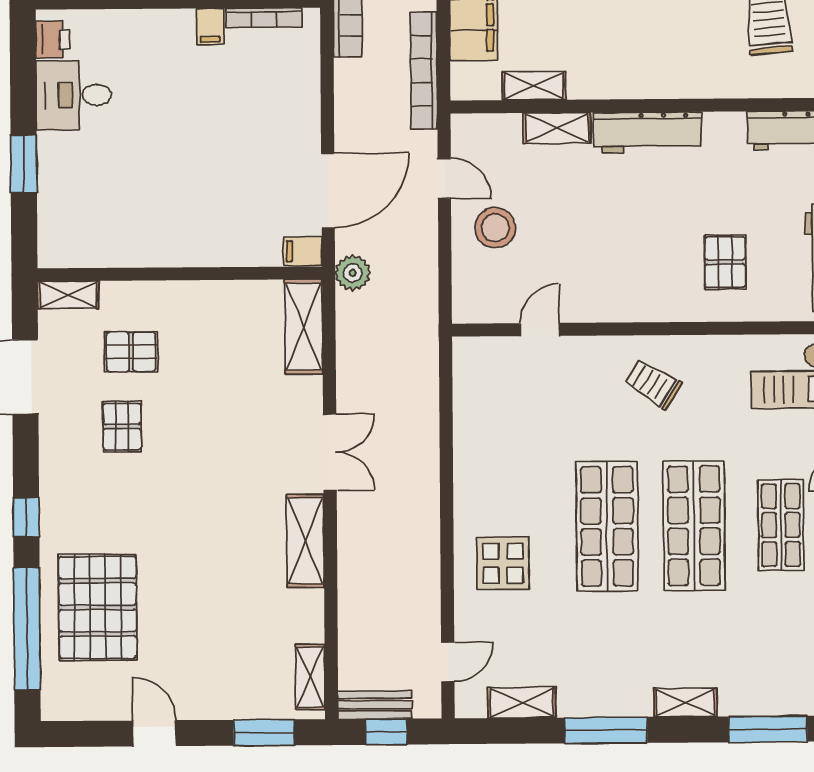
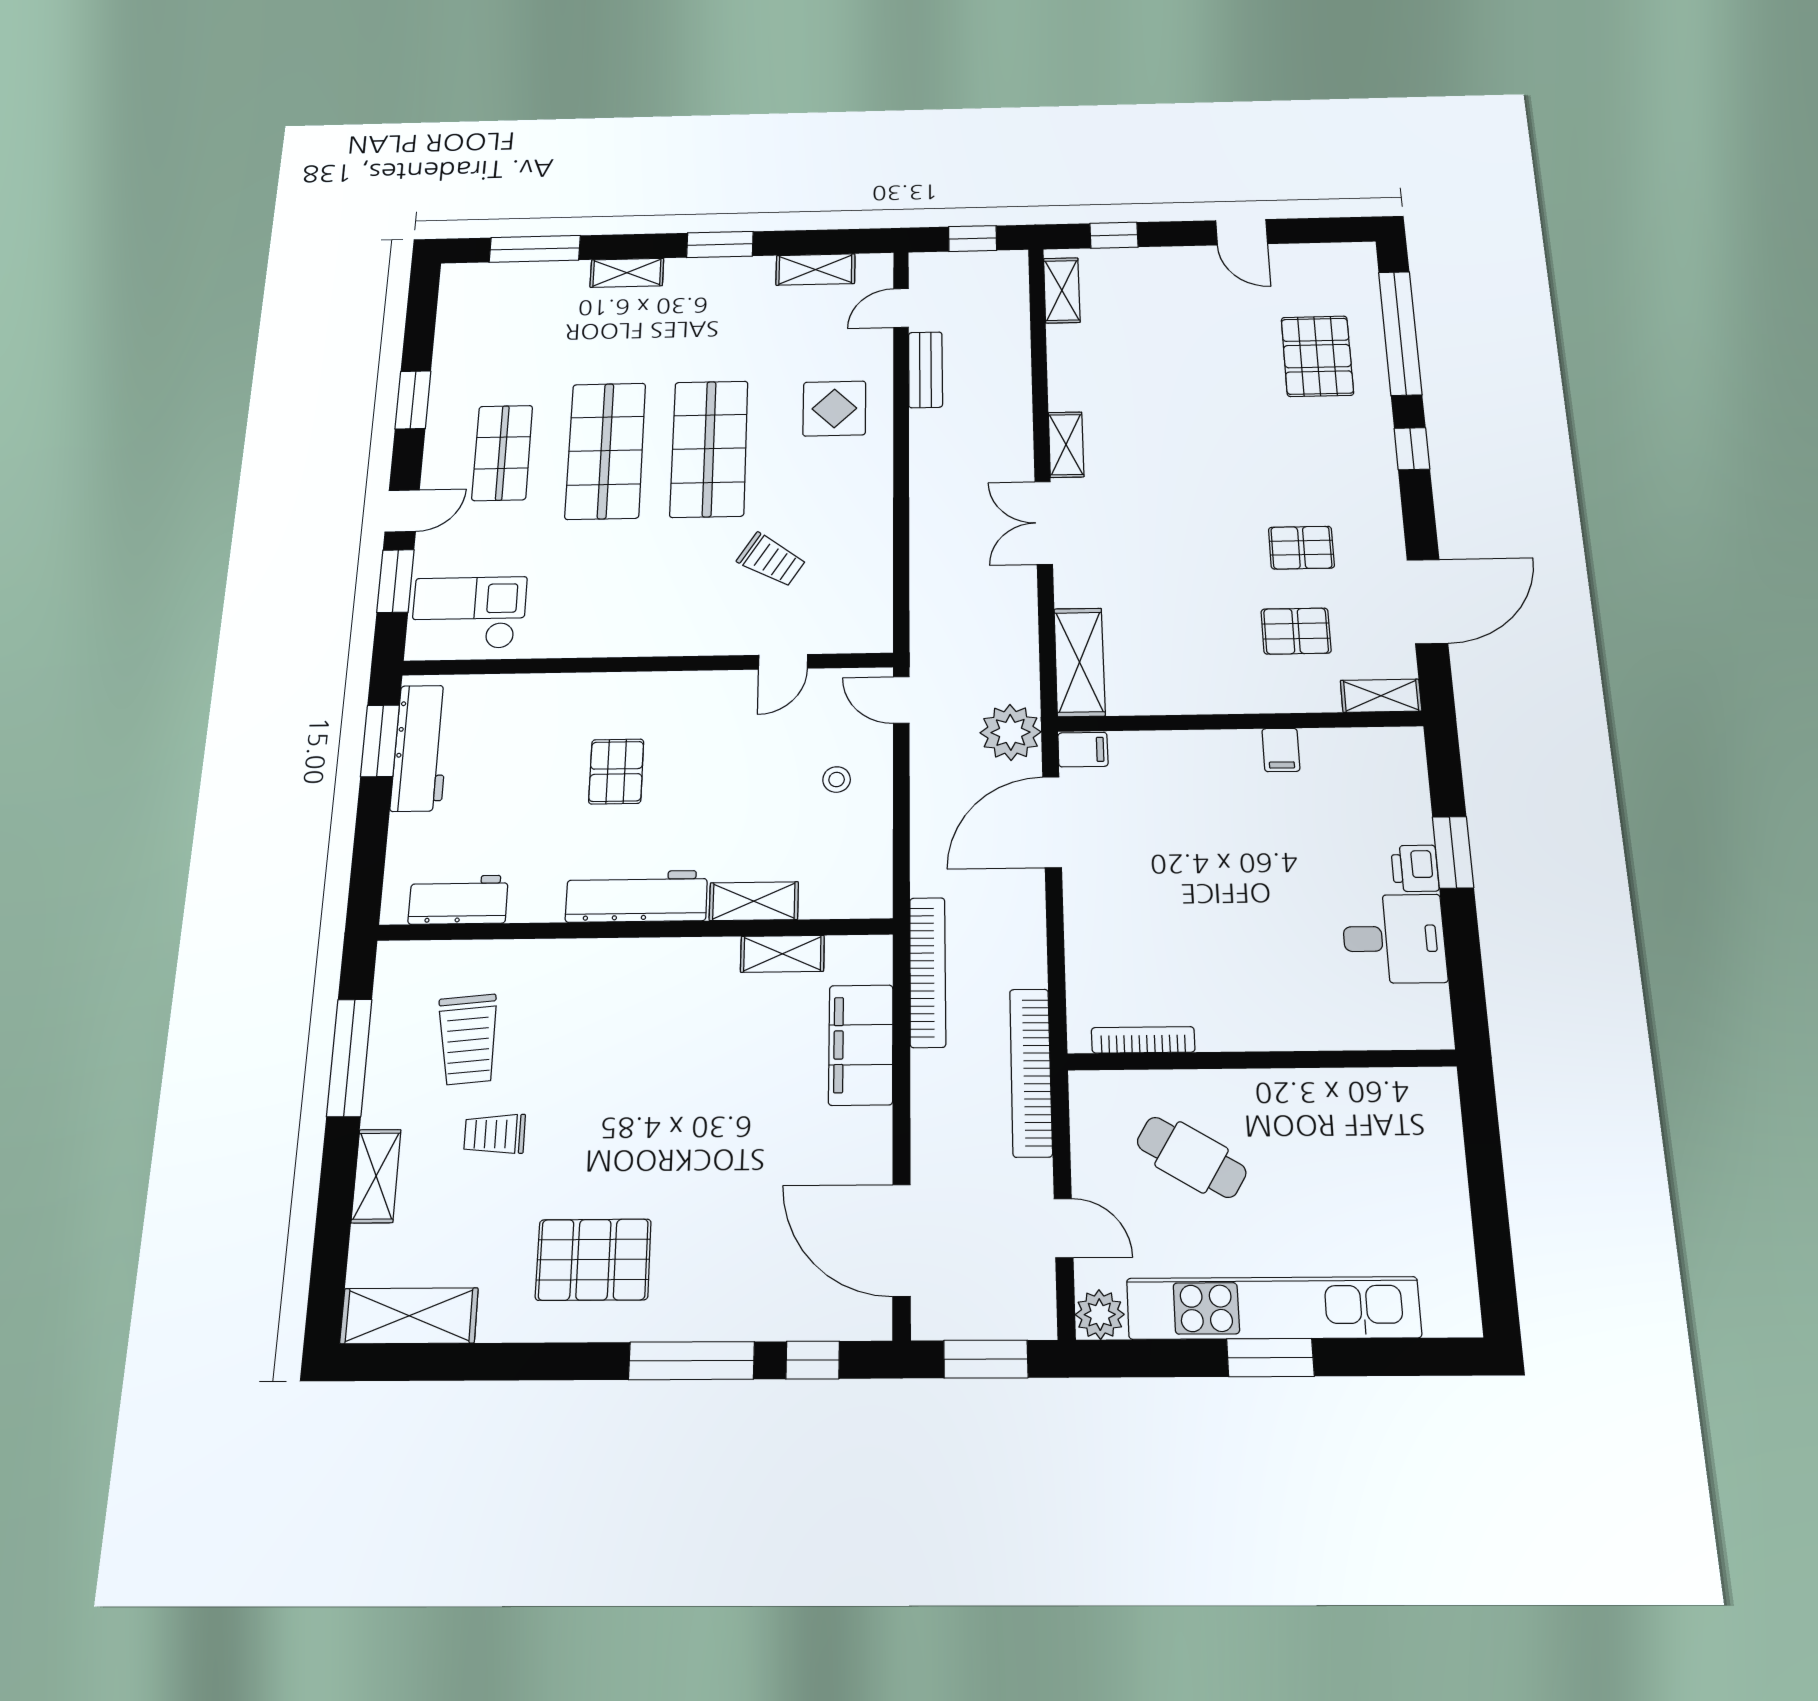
filing cabinet: (210, 27) -> (1281, 750), moved, turned 180
printer: (53, 39) -> (1415, 868), moved
door: (444, 178) -> (901, 700), moved
stool: (495, 228) -> (837, 779), width x0.53, depth x0.53
pallet: (725, 262) -> (616, 771), moved
plant: (353, 273) -> (1011, 732), width x1.36, depth x1.36
trolley: (653, 384) -> (771, 560), moved
pallet: (122, 427) -> (1301, 548), turned 90
shelving: (305, 541) -> (1066, 445), width x0.67, depth x0.75
pallet: (98, 607) -> (1317, 356), width x0.73, depth x0.71
bench: (375, 705) -> (925, 370), moved, turned 90
window: (606, 730) -> (720, 244), width x0.69
window: (264, 733) -> (1114, 235), width x0.67

